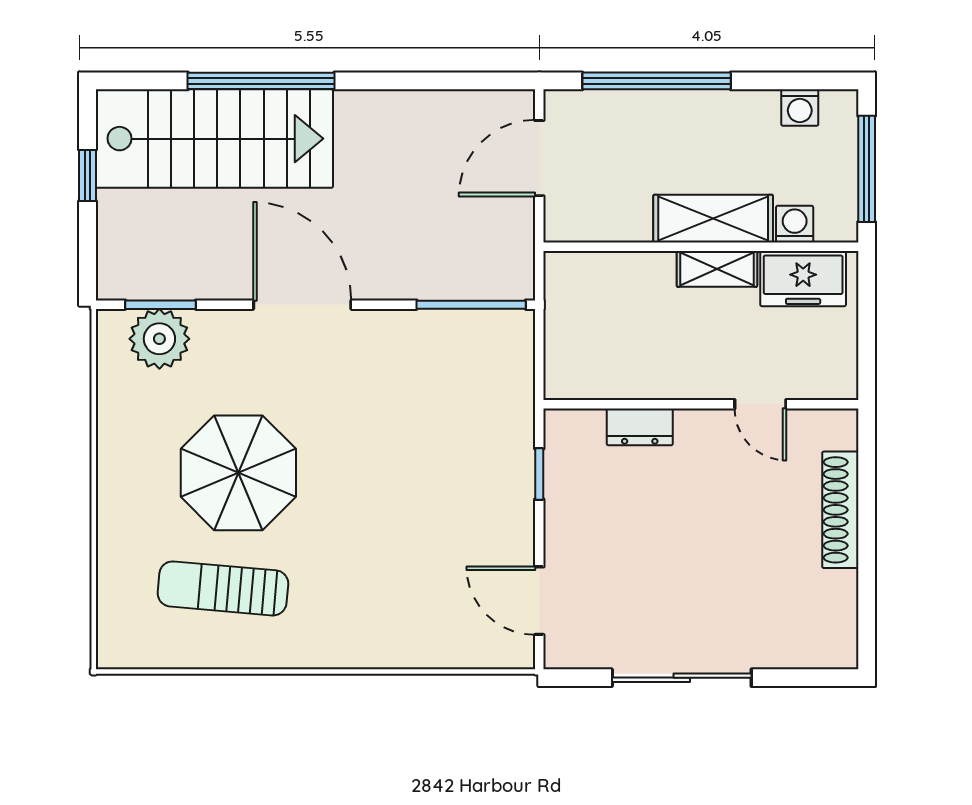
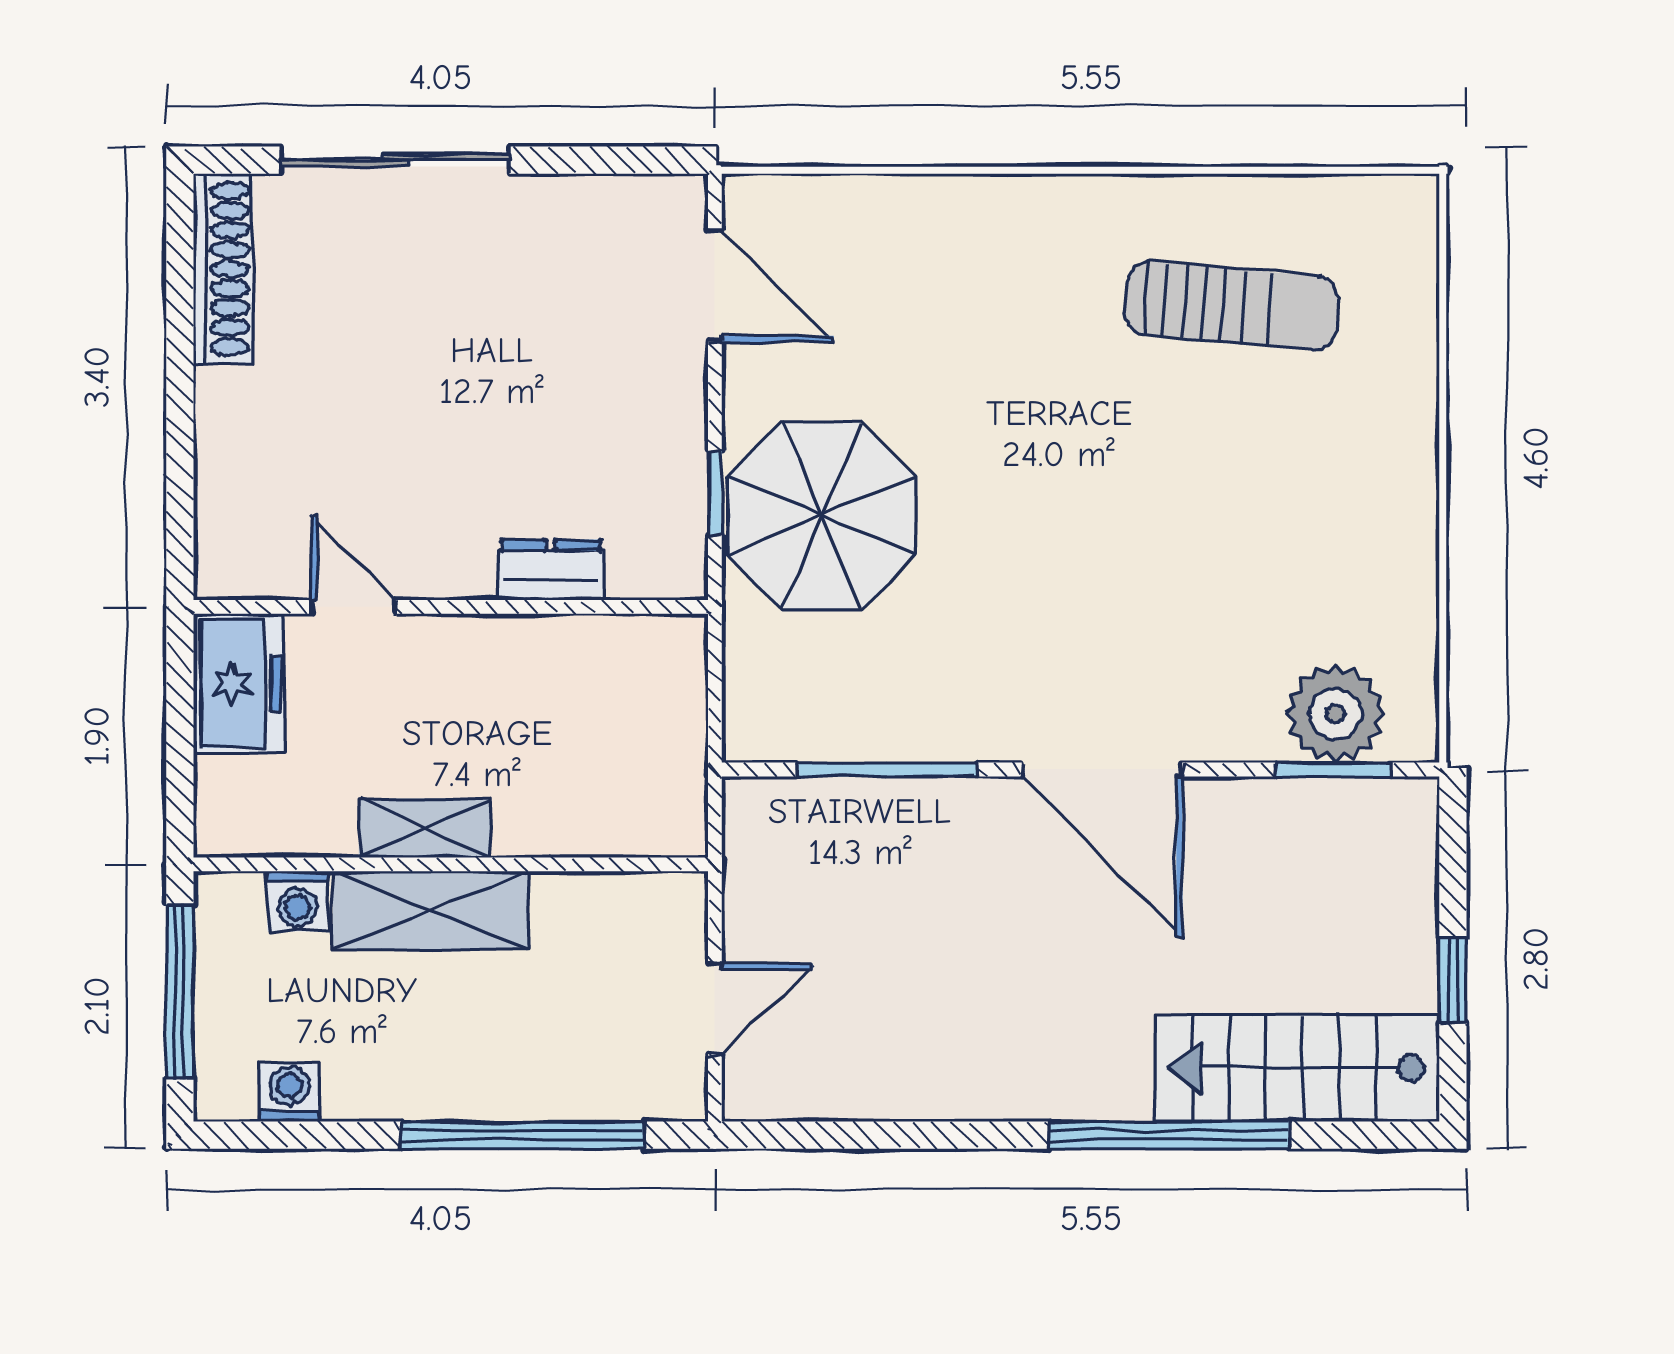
stairs: (214, 139) -> (1297, 1068), width x0.73, depth x0.66
door: (539, 158) -> (715, 1009), width x0.73
freezer: (803, 279) -> (239, 683), moved, turned 90
window: (471, 305) -> (887, 769), moved
parasol: (238, 473) -> (822, 516), moved
shoe rack: (840, 510) -> (223, 269), moved
sliding door: (682, 678) -> (395, 160), moved

